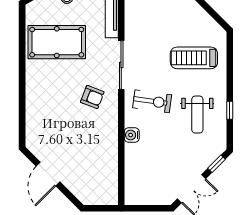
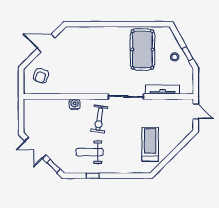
treadmill: (194, 58) -> (150, 144), moved
armchair: (92, 97) -> (41, 76), moved

